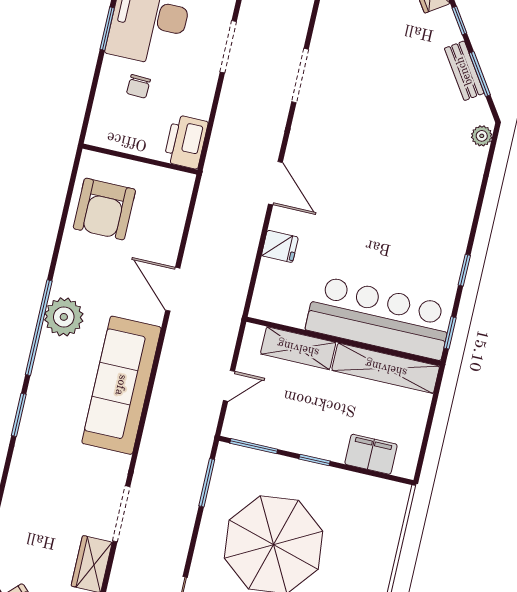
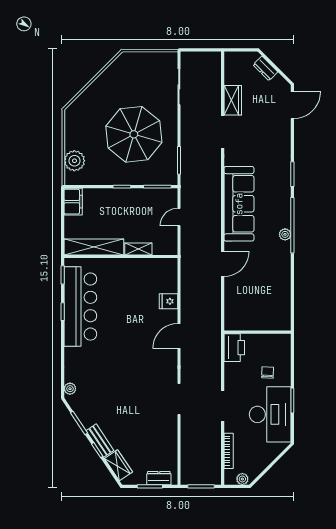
bench: (464, 71) -> (100, 441), moved
door: (275, 183) -> (179, 336), hinge flipped
armchair: (104, 209) -> (271, 300), removed
door: (173, 289) -> (223, 264), hinge flipped
plant: (64, 317) -> (285, 234), width x0.53, depth x0.53
bar counter: (379, 318) -> (80, 307), moved, turned -90
shelving: (298, 348) -> (138, 249), width x0.67, depth x0.75
filing cabinet: (371, 454) -> (73, 202), moved, turned -90
plant: (385, 523) -> (74, 161), added

